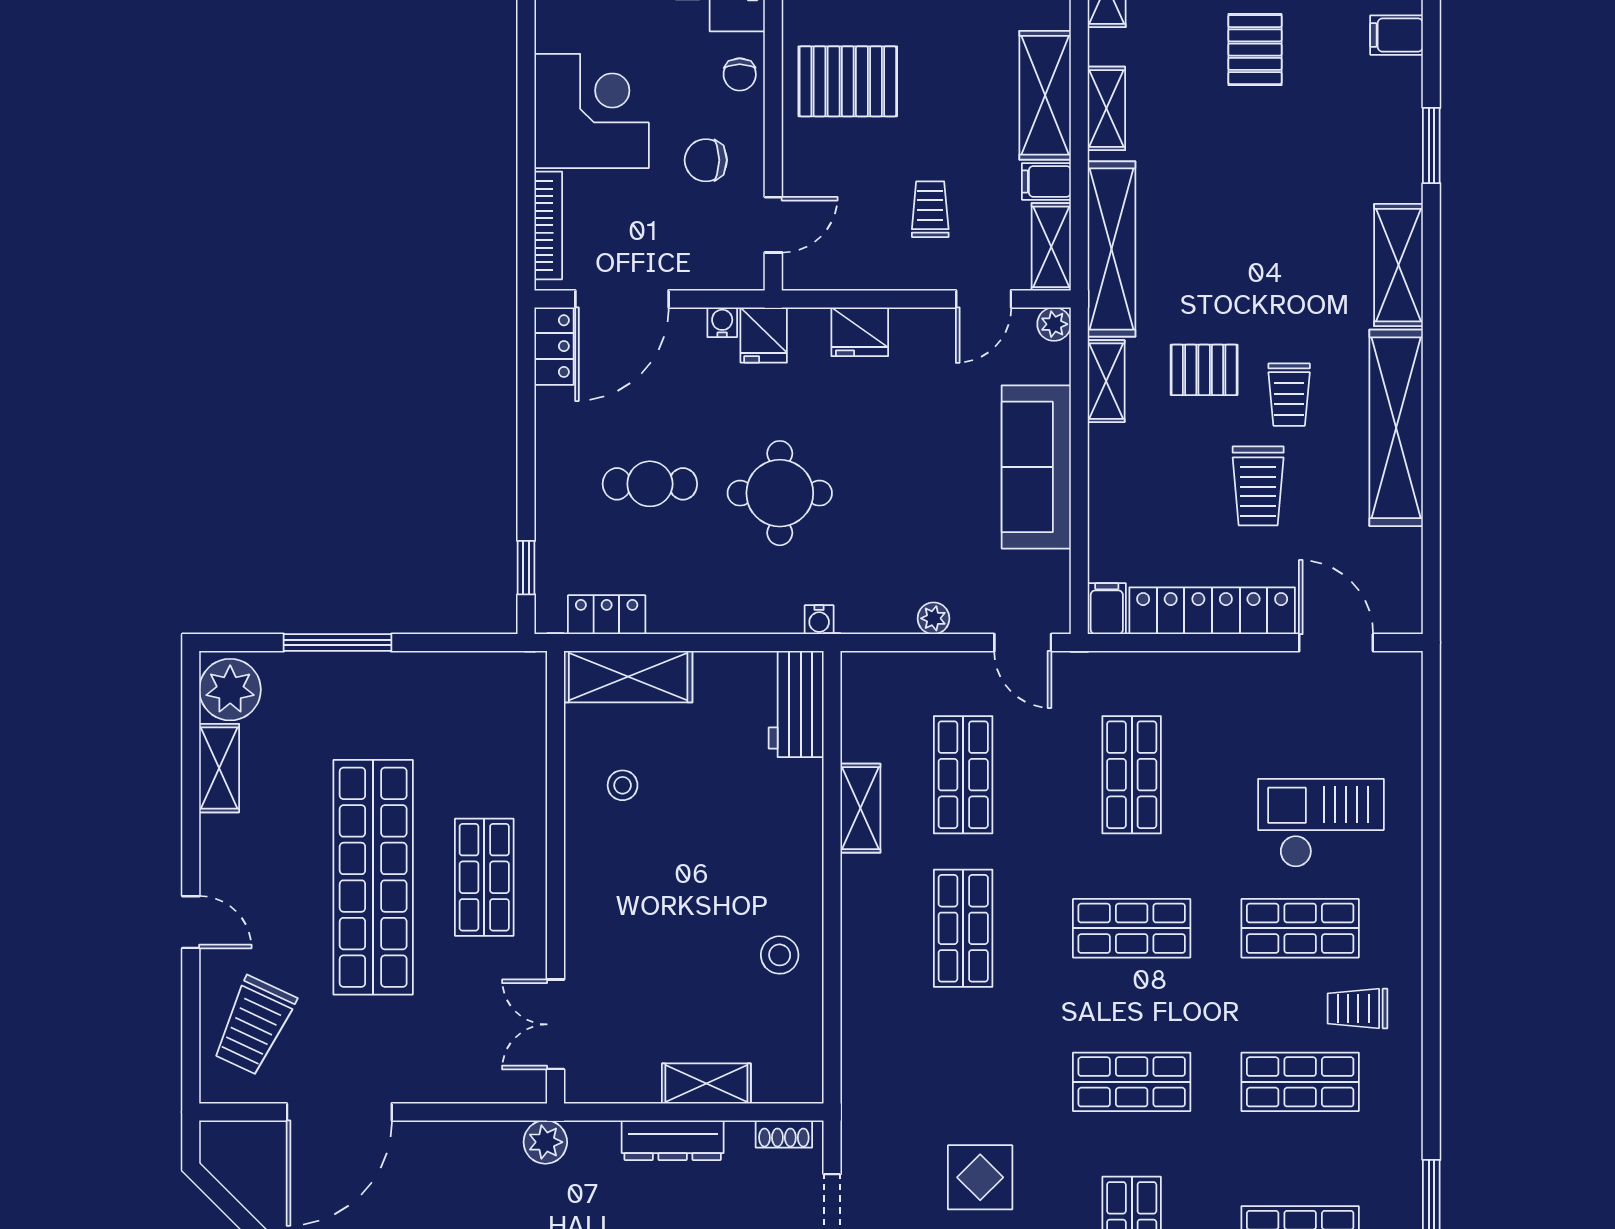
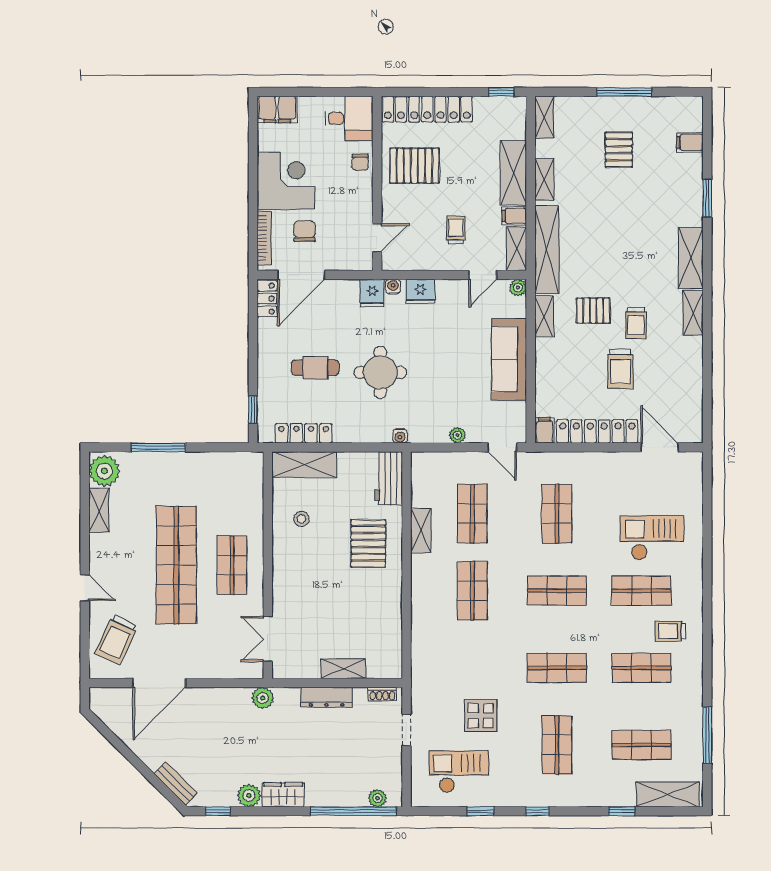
chair: (706, 160) -> (305, 231), moved, turned 90
water cooler: (722, 322) -> (393, 287), moved
shelving: (1396, 428) -> (693, 313), width x0.45, depth x0.75
locker: (607, 615) -> (304, 433), width x1.53
pallet: (756, 834) -> (368, 543), added
stool: (780, 955) -> (380, 604), removed

